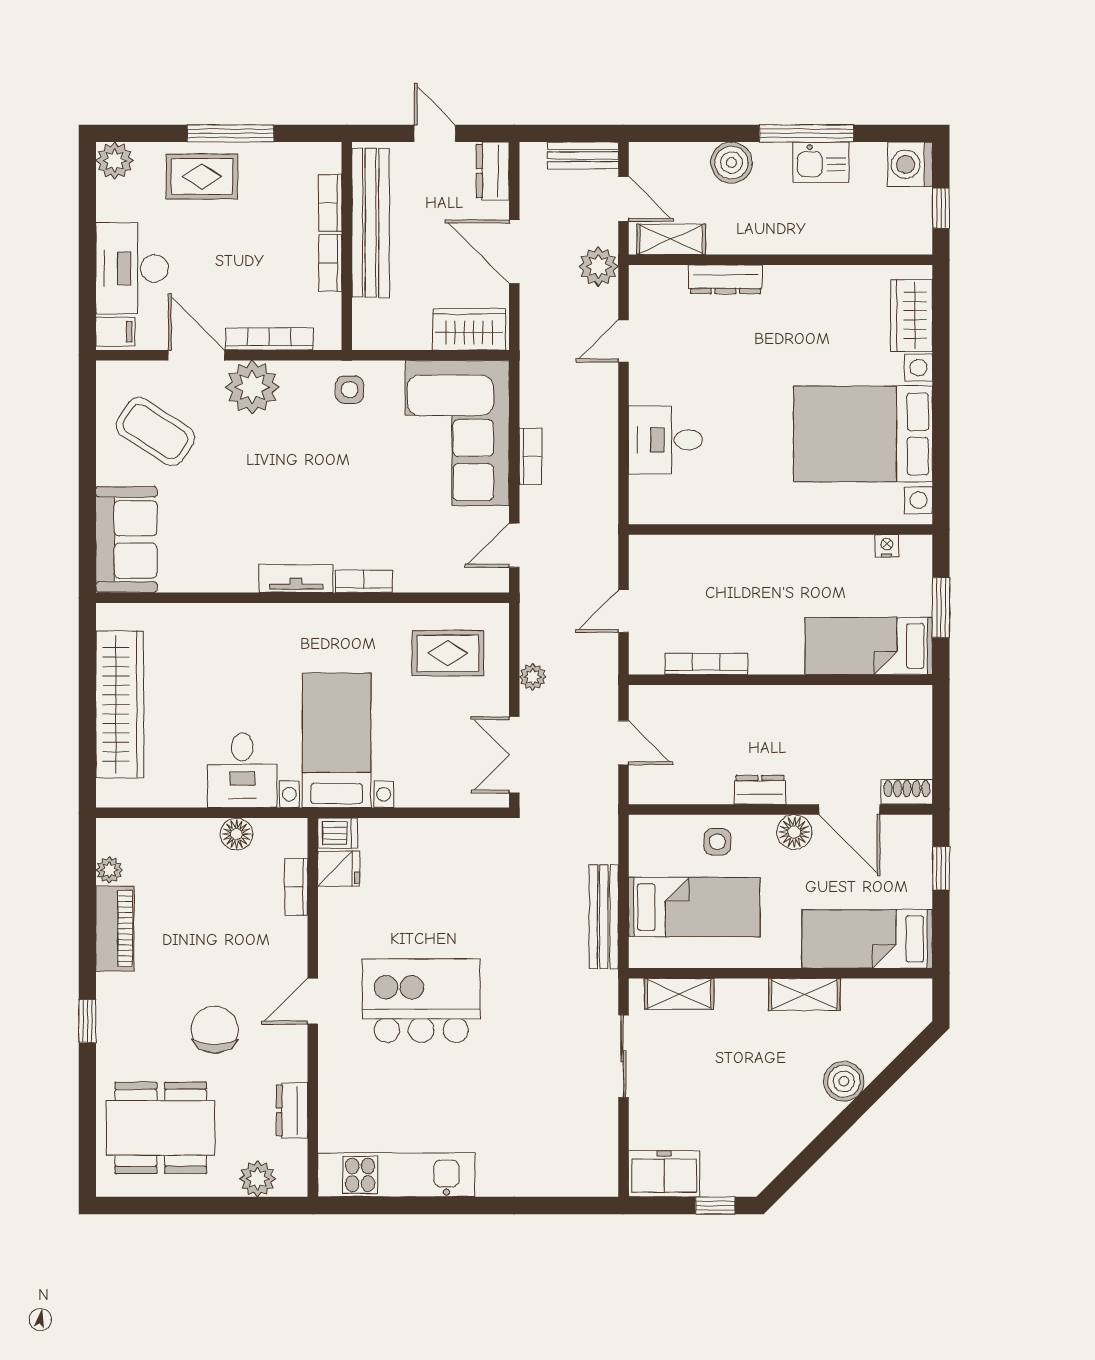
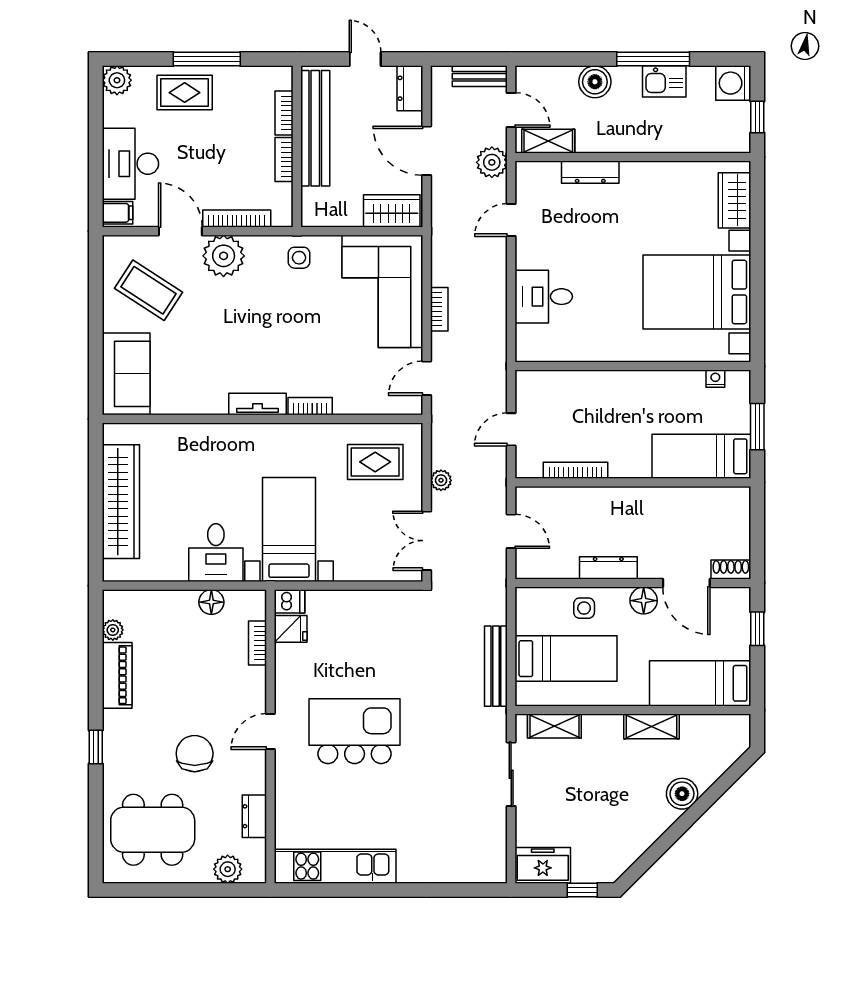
dresser: (760, 790) -> (608, 568), width x1.44

